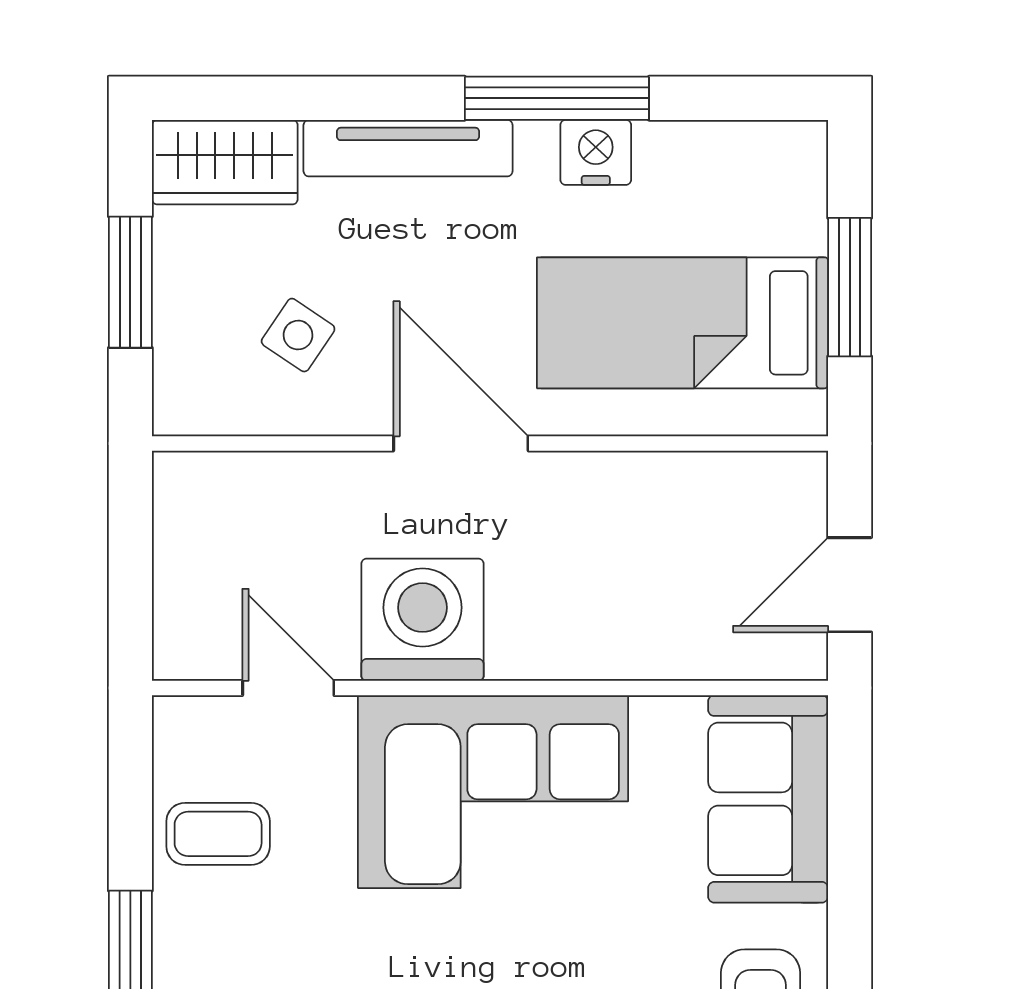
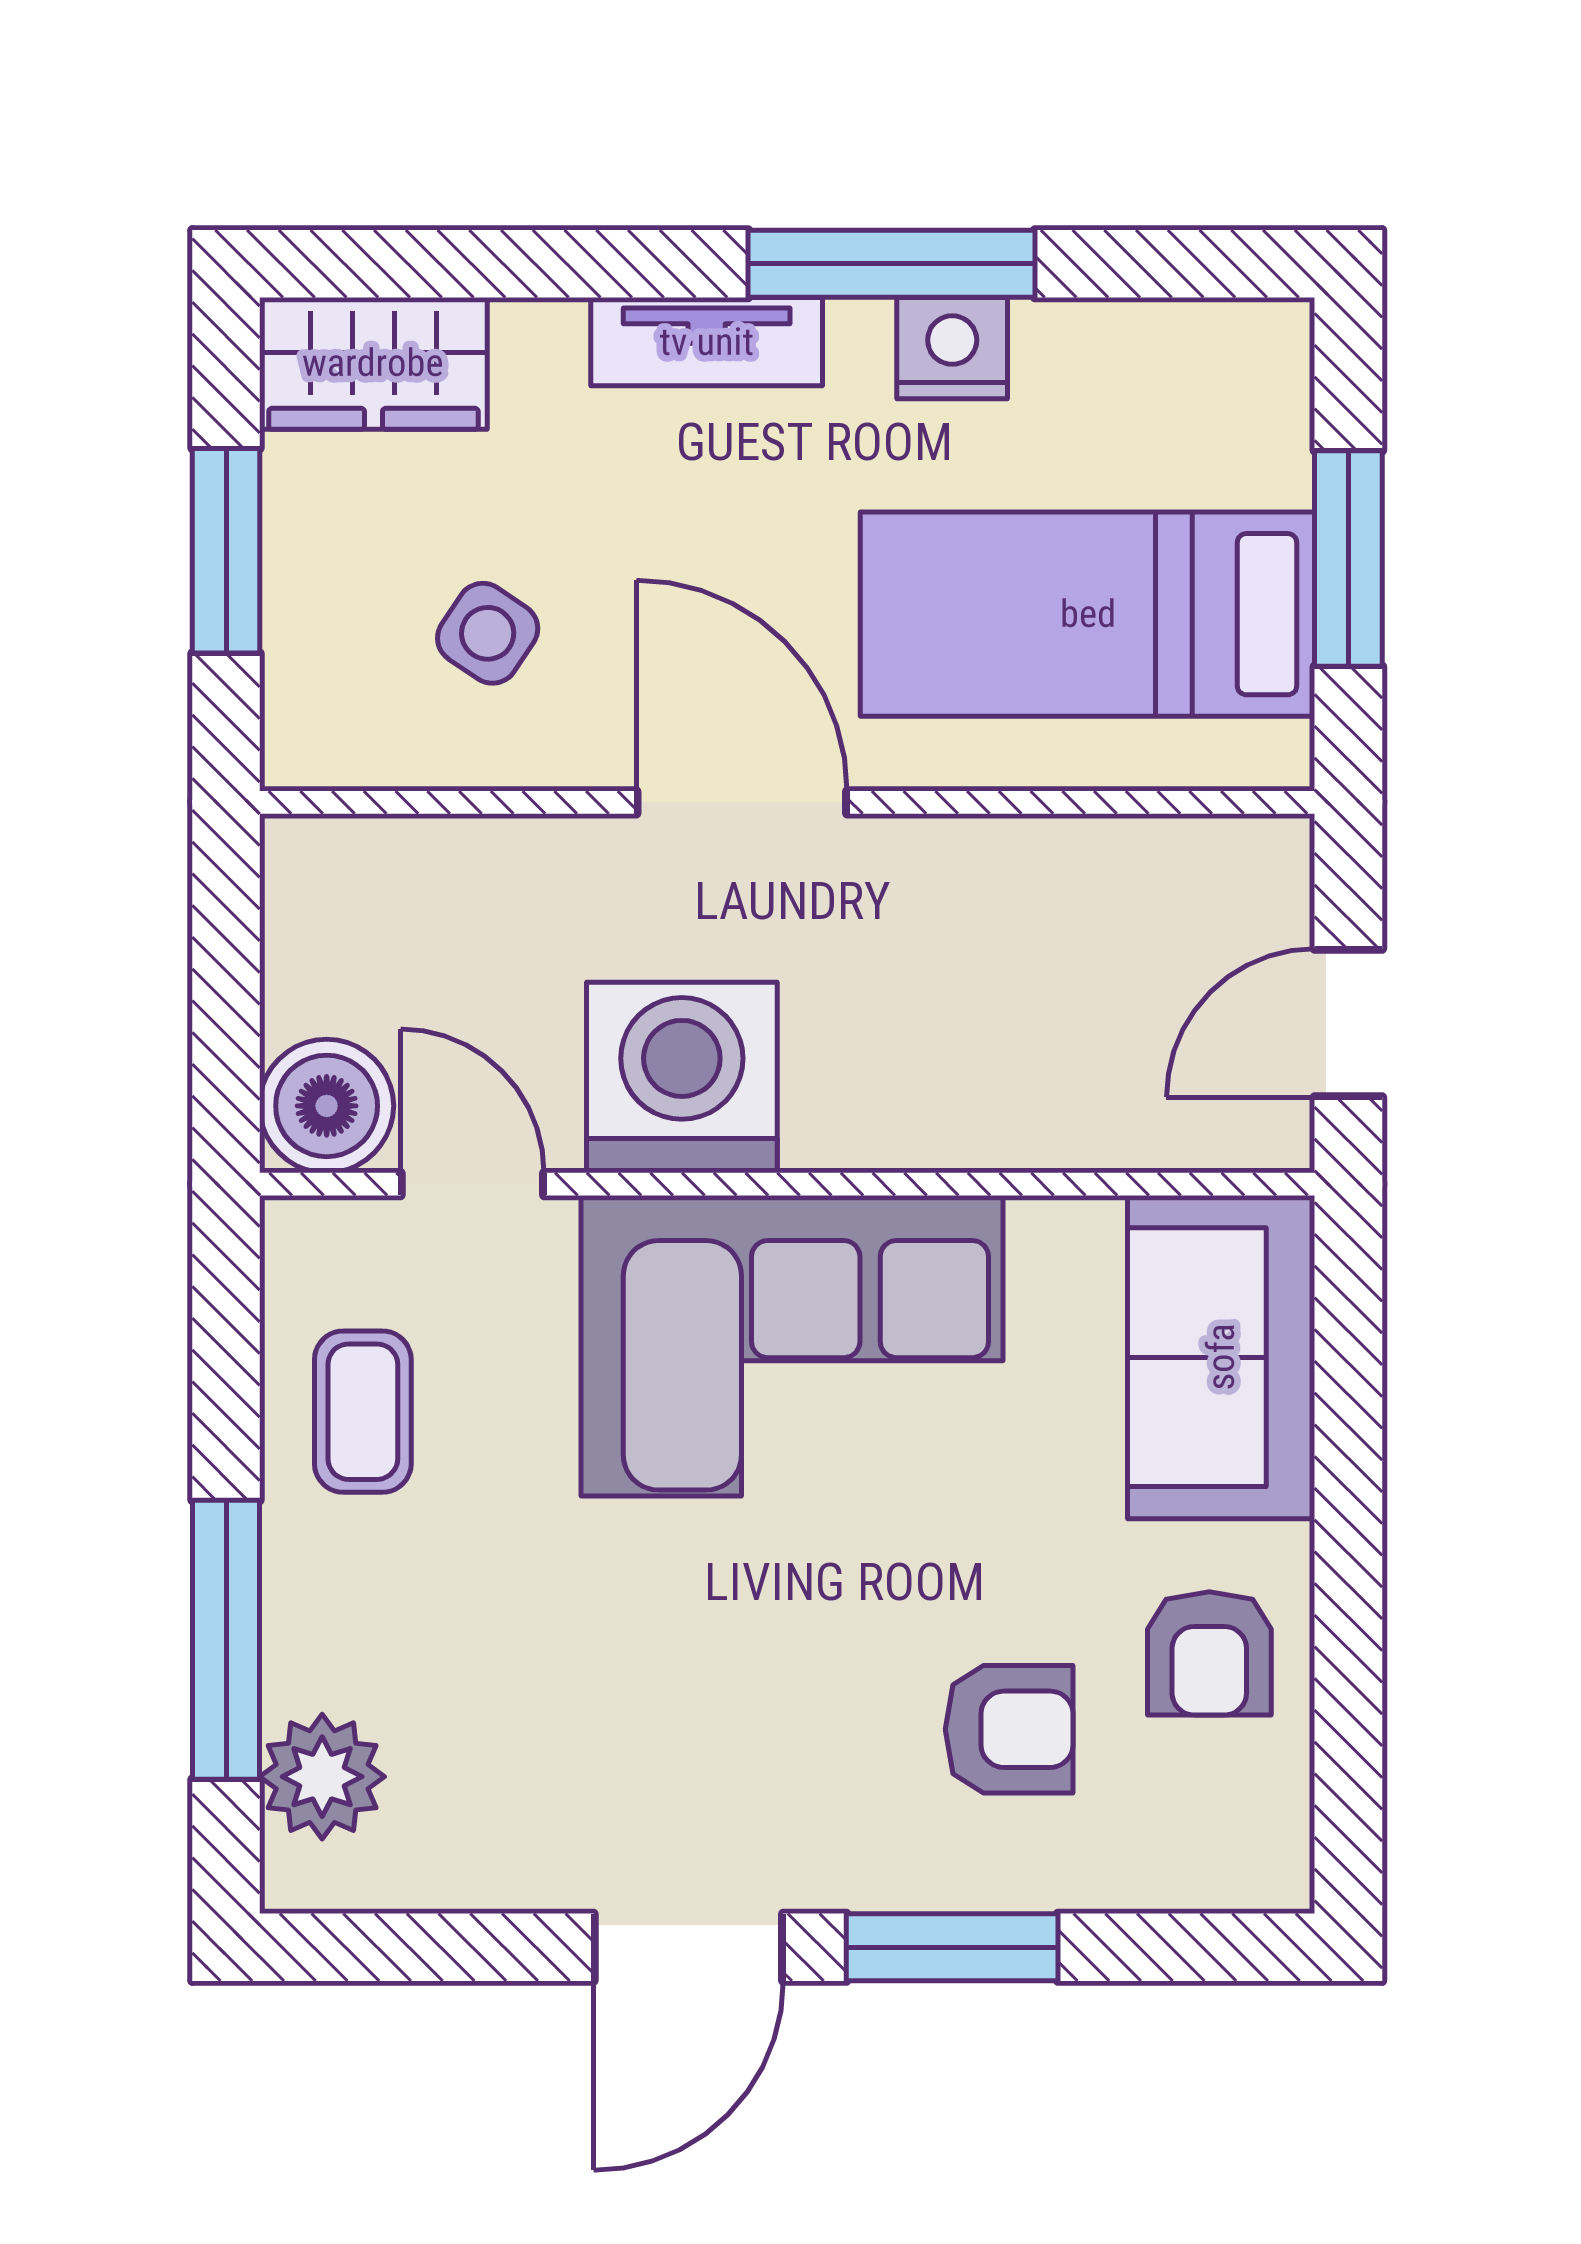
tv unit: (408, 148) -> (707, 342), width x0.71
boiler: (195, 638) -> (327, 1106), added
coffee table: (218, 834) -> (363, 1412), turned 90

